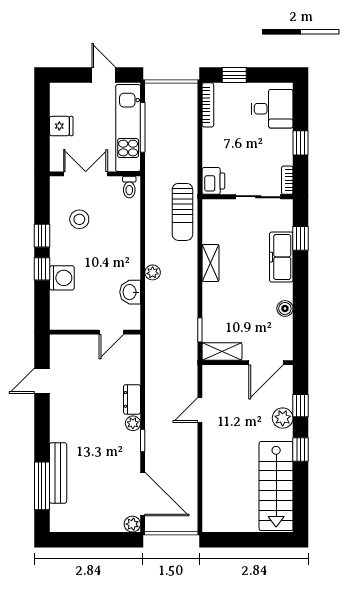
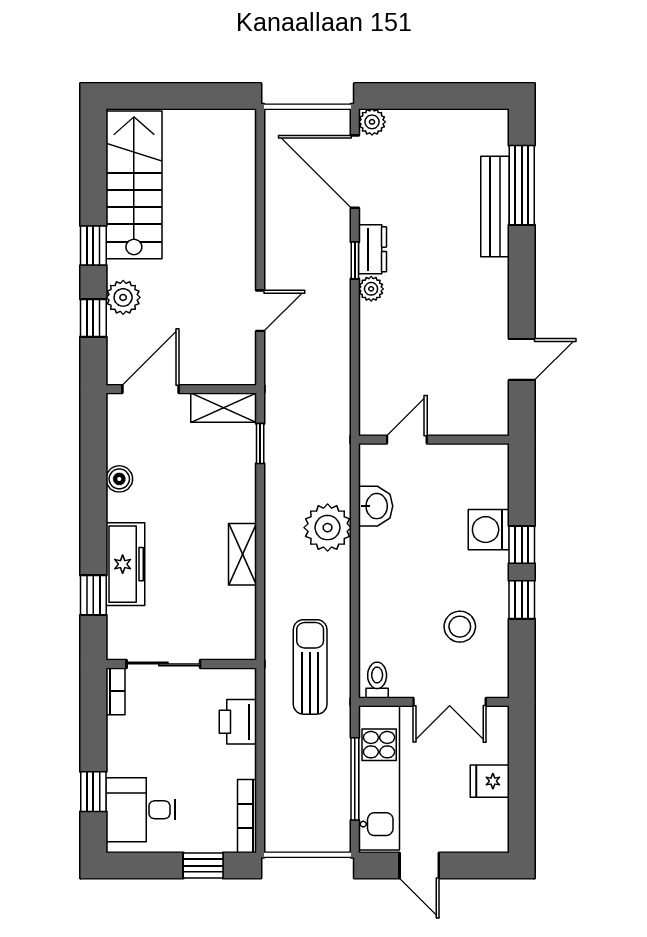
window: (301, 143) -> (93, 792), moved
printer: (213, 181) -> (238, 722), moved
sun lounger: (182, 212) -> (310, 667), moved
plant: (153, 272) -> (328, 528), width x1.87, depth x1.87
dresser: (132, 399) -> (373, 249), moved

